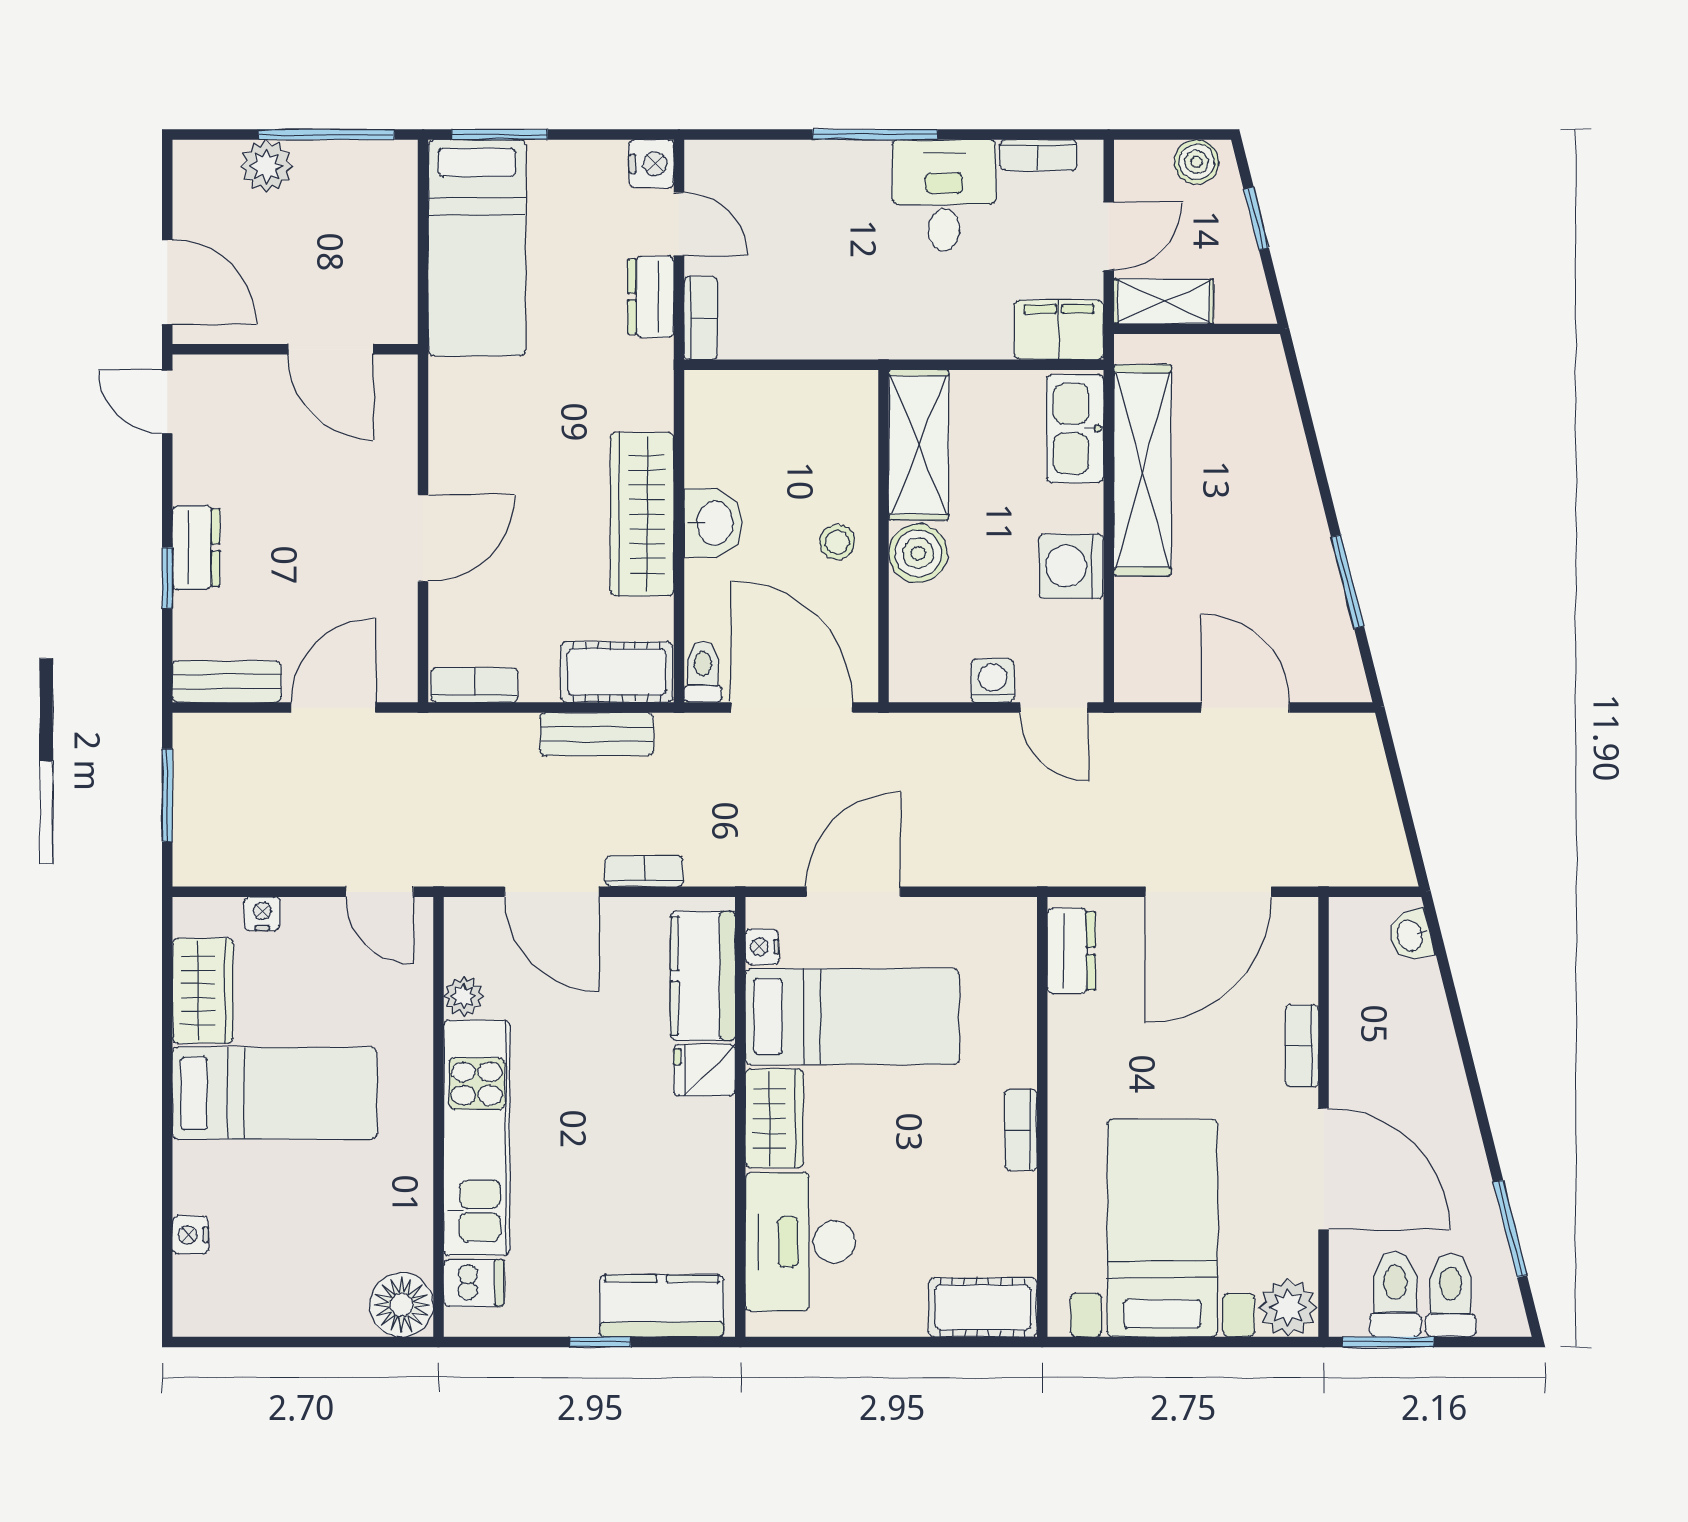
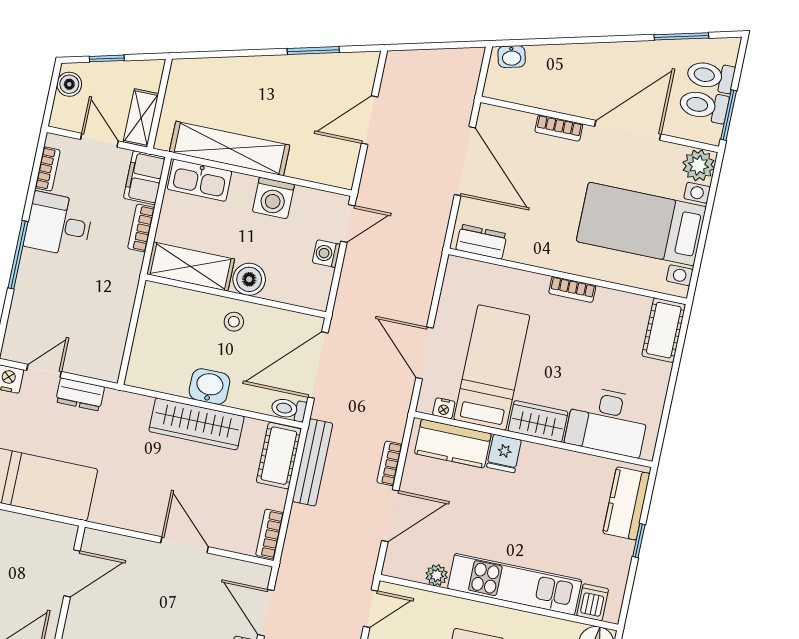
bookcase: (701, 318) -> (141, 228), moved, turned -90
bench: (597, 734) -> (313, 462), width x1.36

